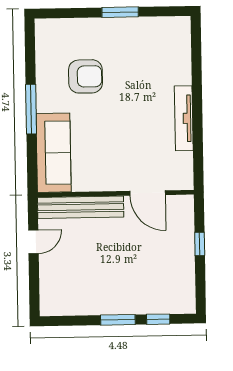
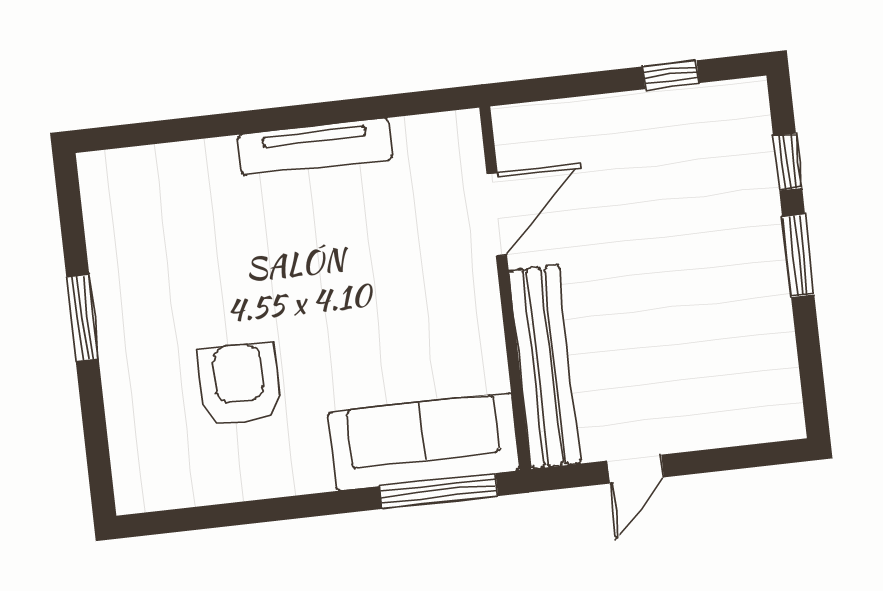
window: (31, 109) -> (439, 491), moved
door: (33, 242) -> (635, 469), swing flipped
window: (200, 244) -> (671, 75), moved

